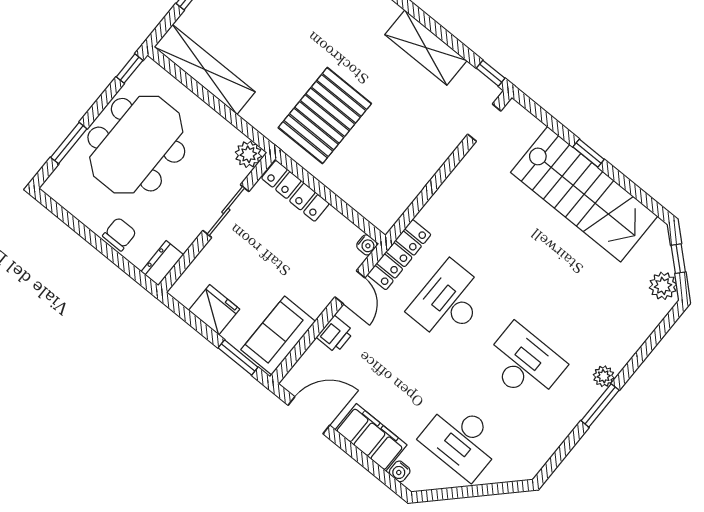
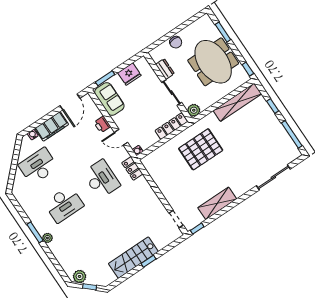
pallet: (325, 116) -> (201, 149), turned 90
stairs: (584, 194) -> (133, 258), width x0.73, depth x0.66
locker: (399, 255) -> (132, 168), width x0.66
dresser: (162, 263) -> (165, 69), moved

